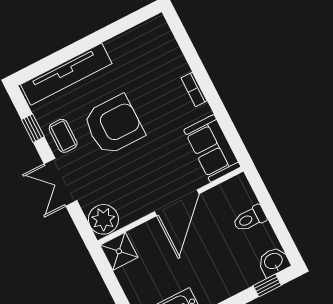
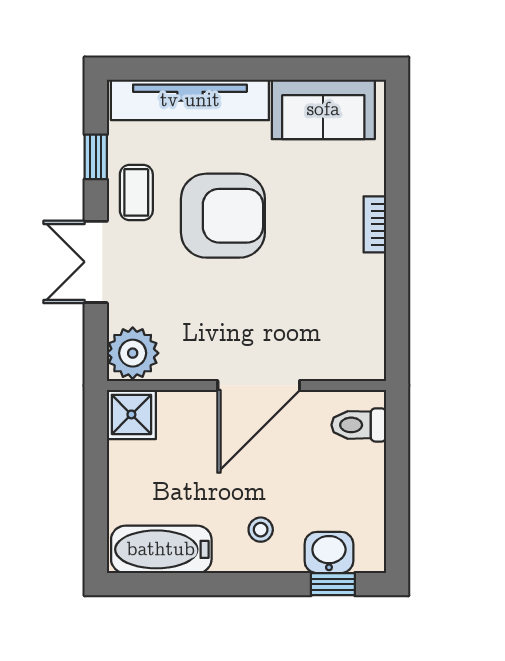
sofa: (212, 148) -> (323, 109), moved, turned -90
toilet: (250, 219) -> (359, 425), moved
washbasin: (274, 262) -> (329, 552), moved
stool: (216, 276) -> (261, 530), added

